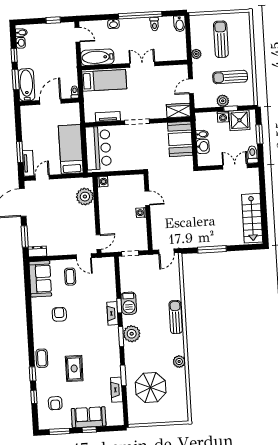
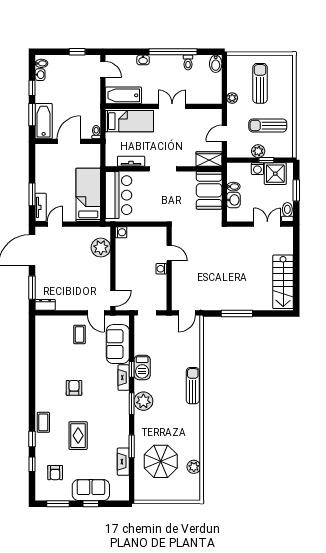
sofa: (40, 279) -> (118, 344), moved, turned 180
armchair: (59, 314) -> (74, 388), moved
plant: (179, 362) -> (194, 467), moved

